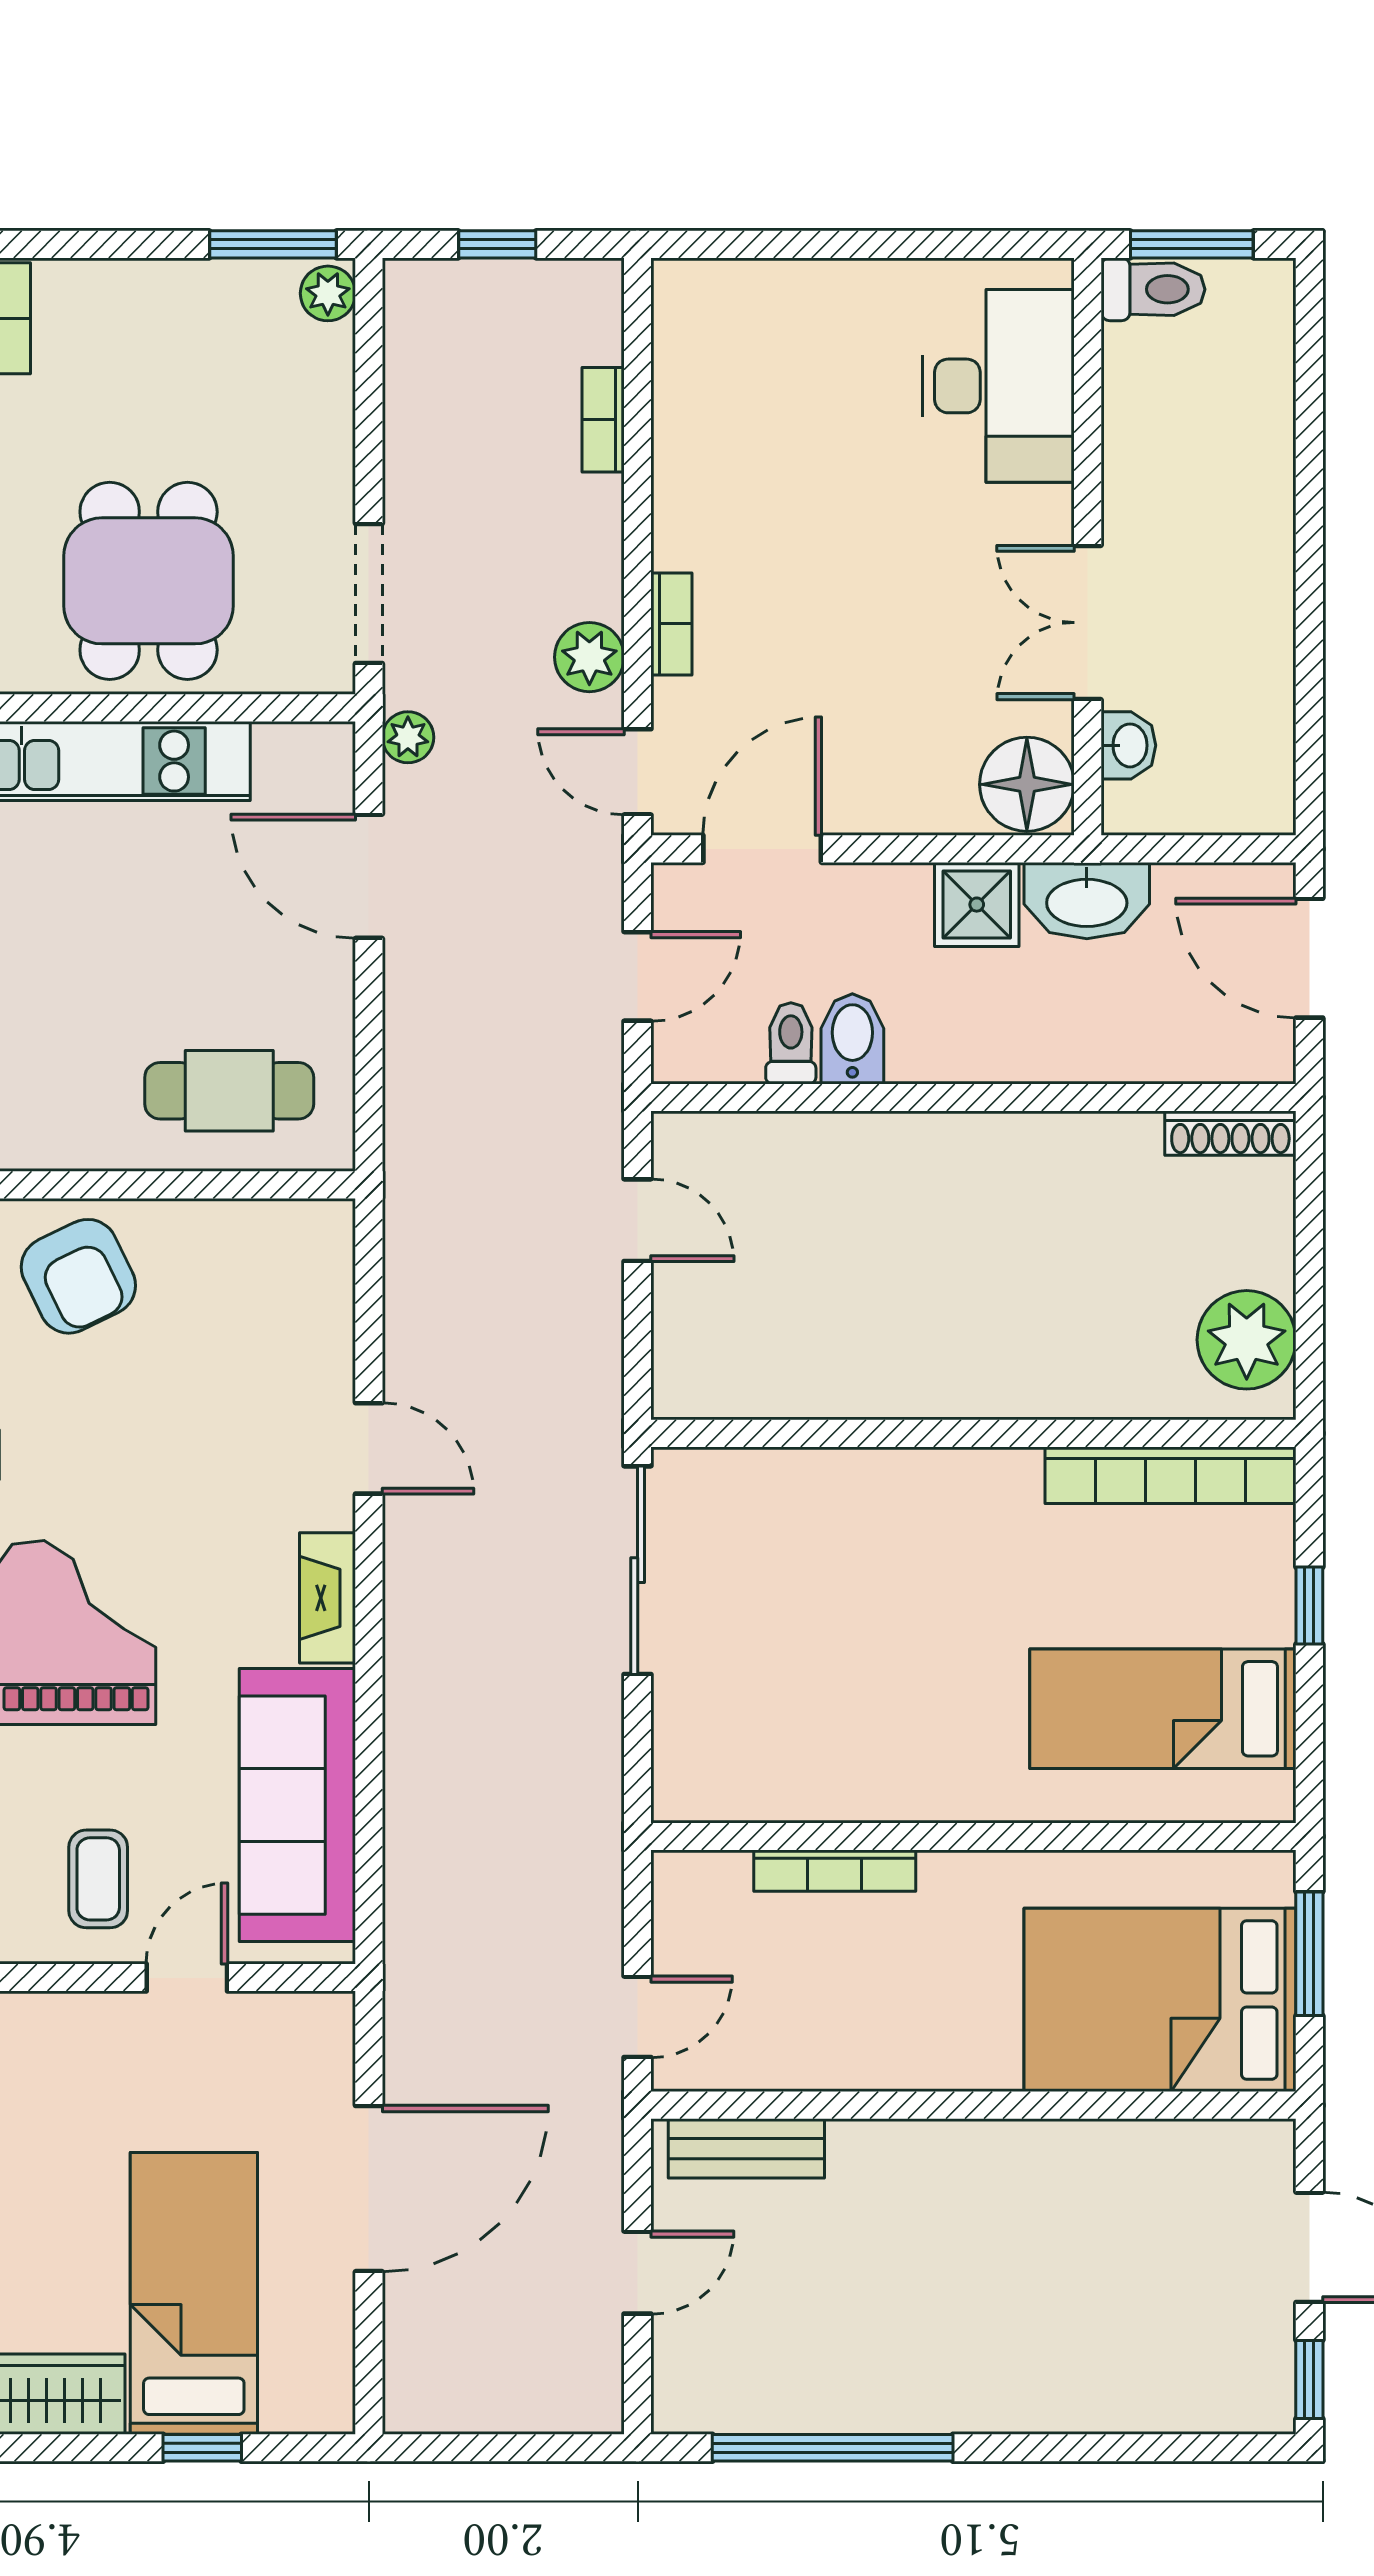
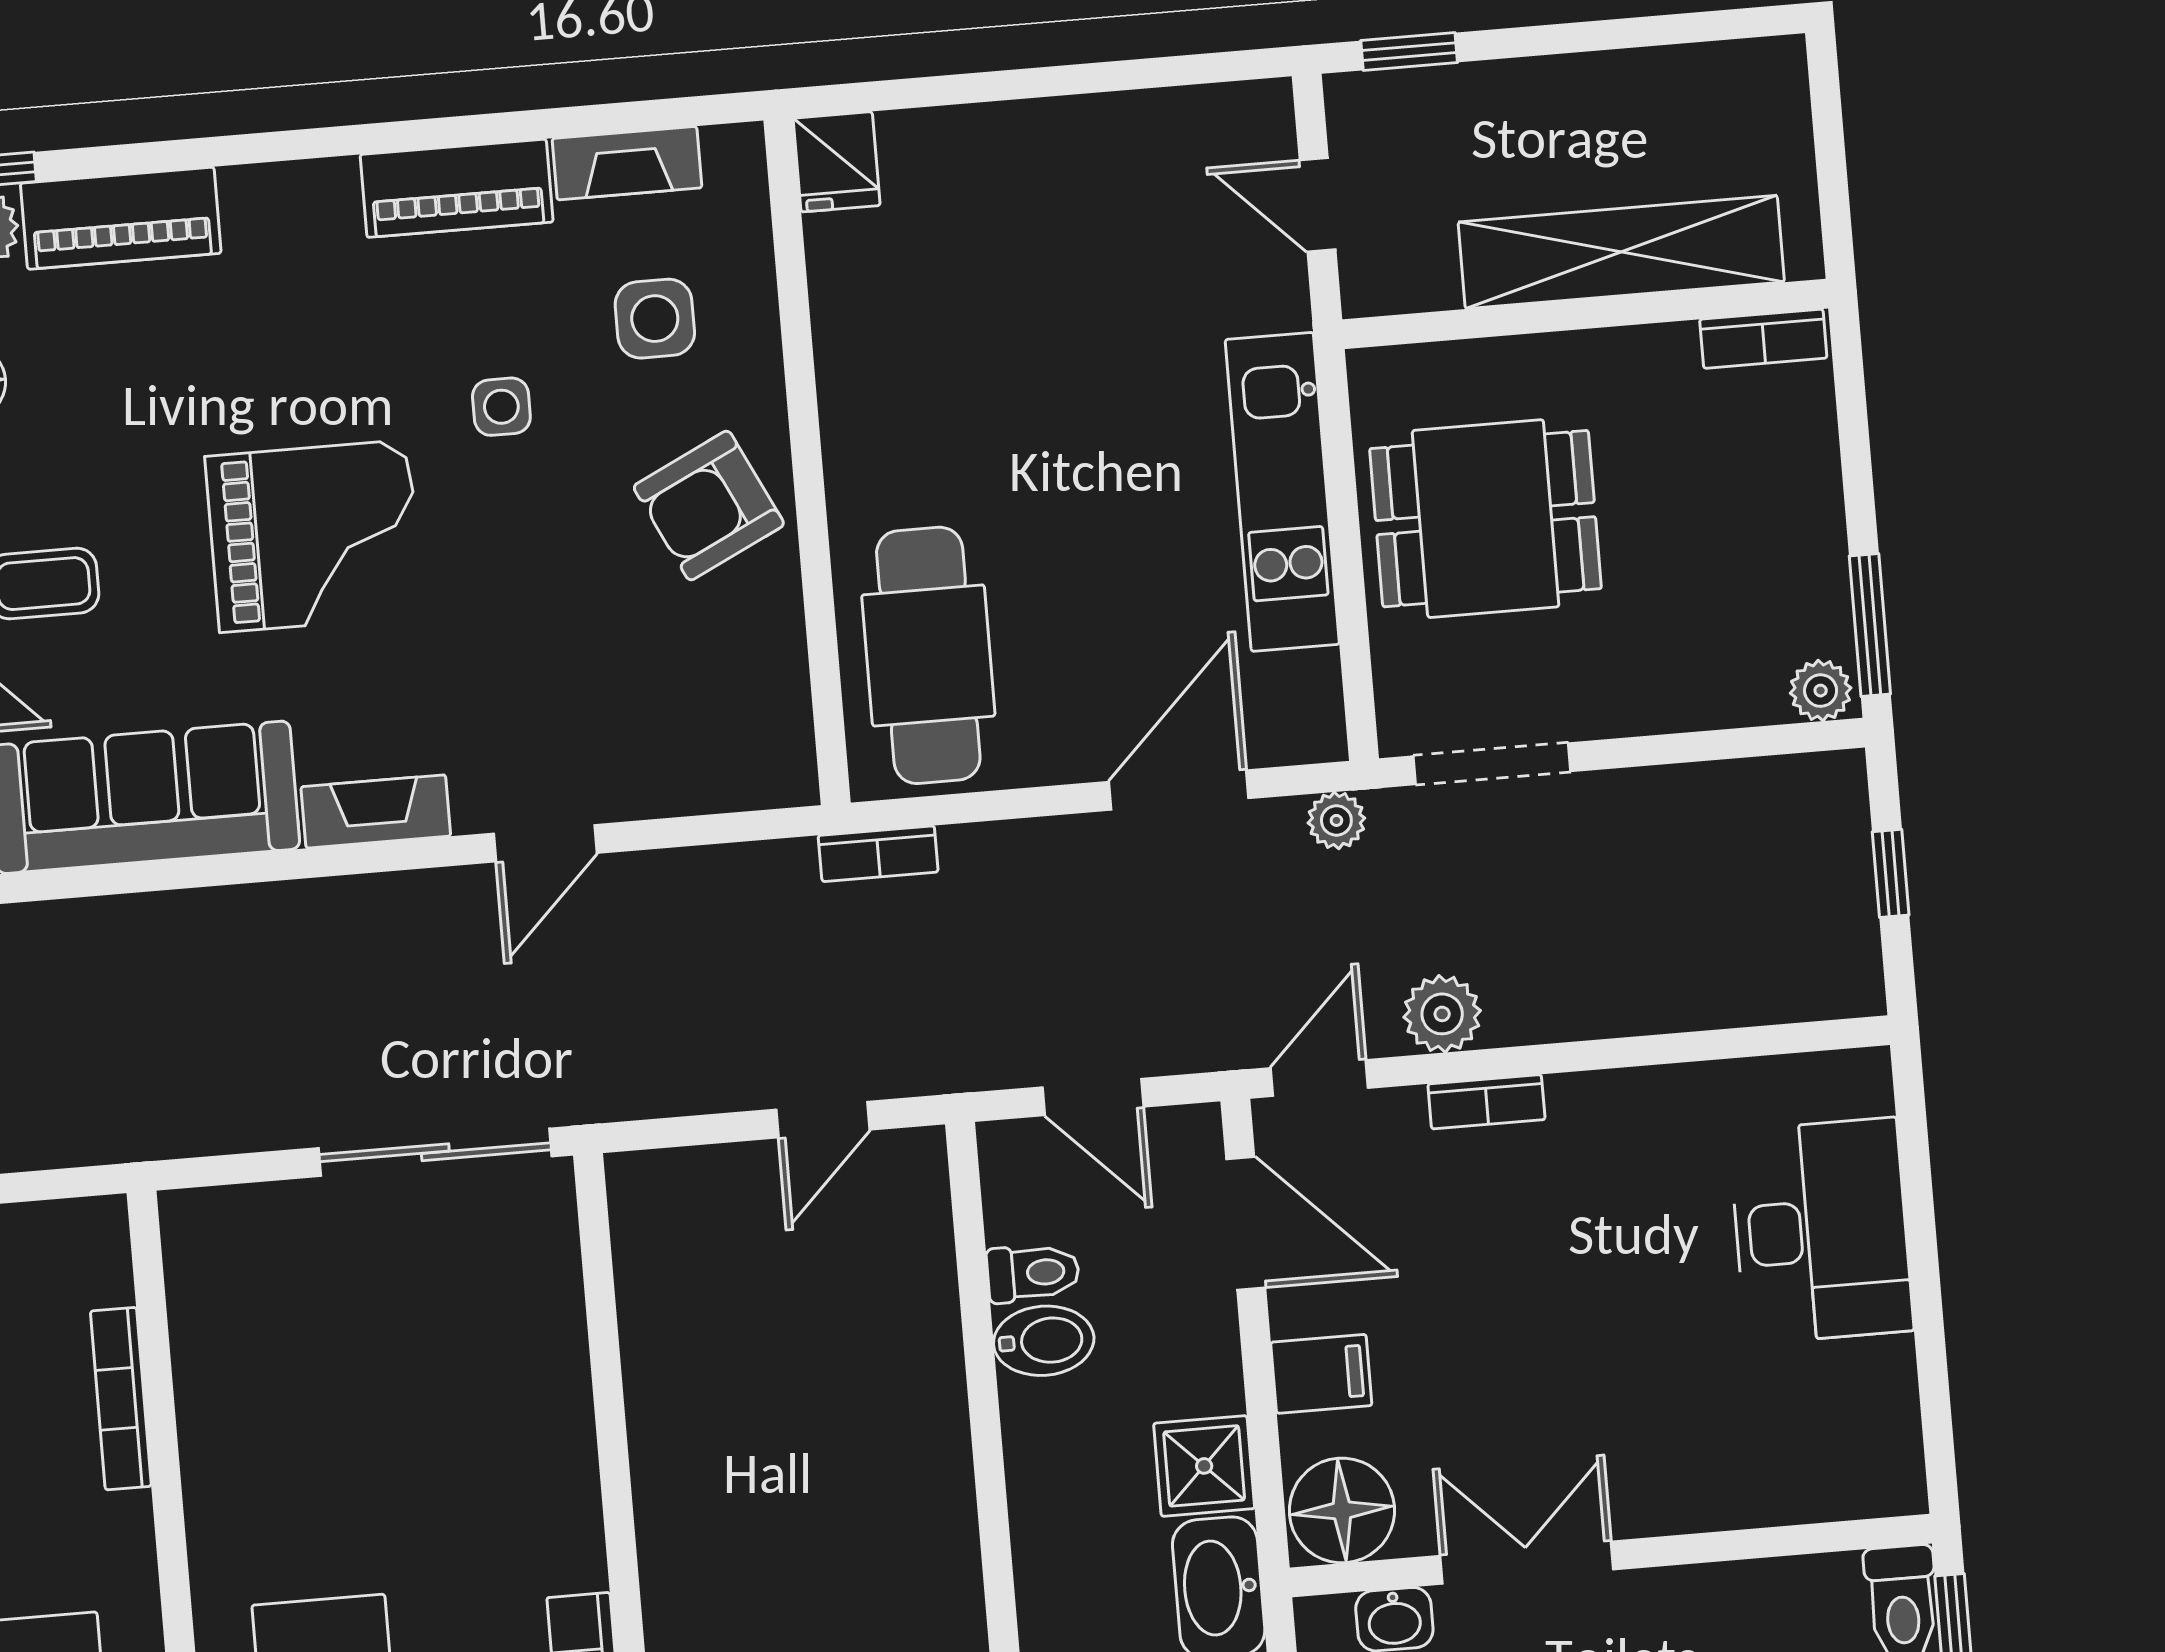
desk: (998, 386) -> (1821, 1231), moved, turned -90
bookcase: (603, 420) -> (878, 854), moved, turned 180
filing cabinet: (903, 792) -> (1321, 1374), added
cafe table: (229, 1091) -> (928, 655), width x1.37, depth x1.35

